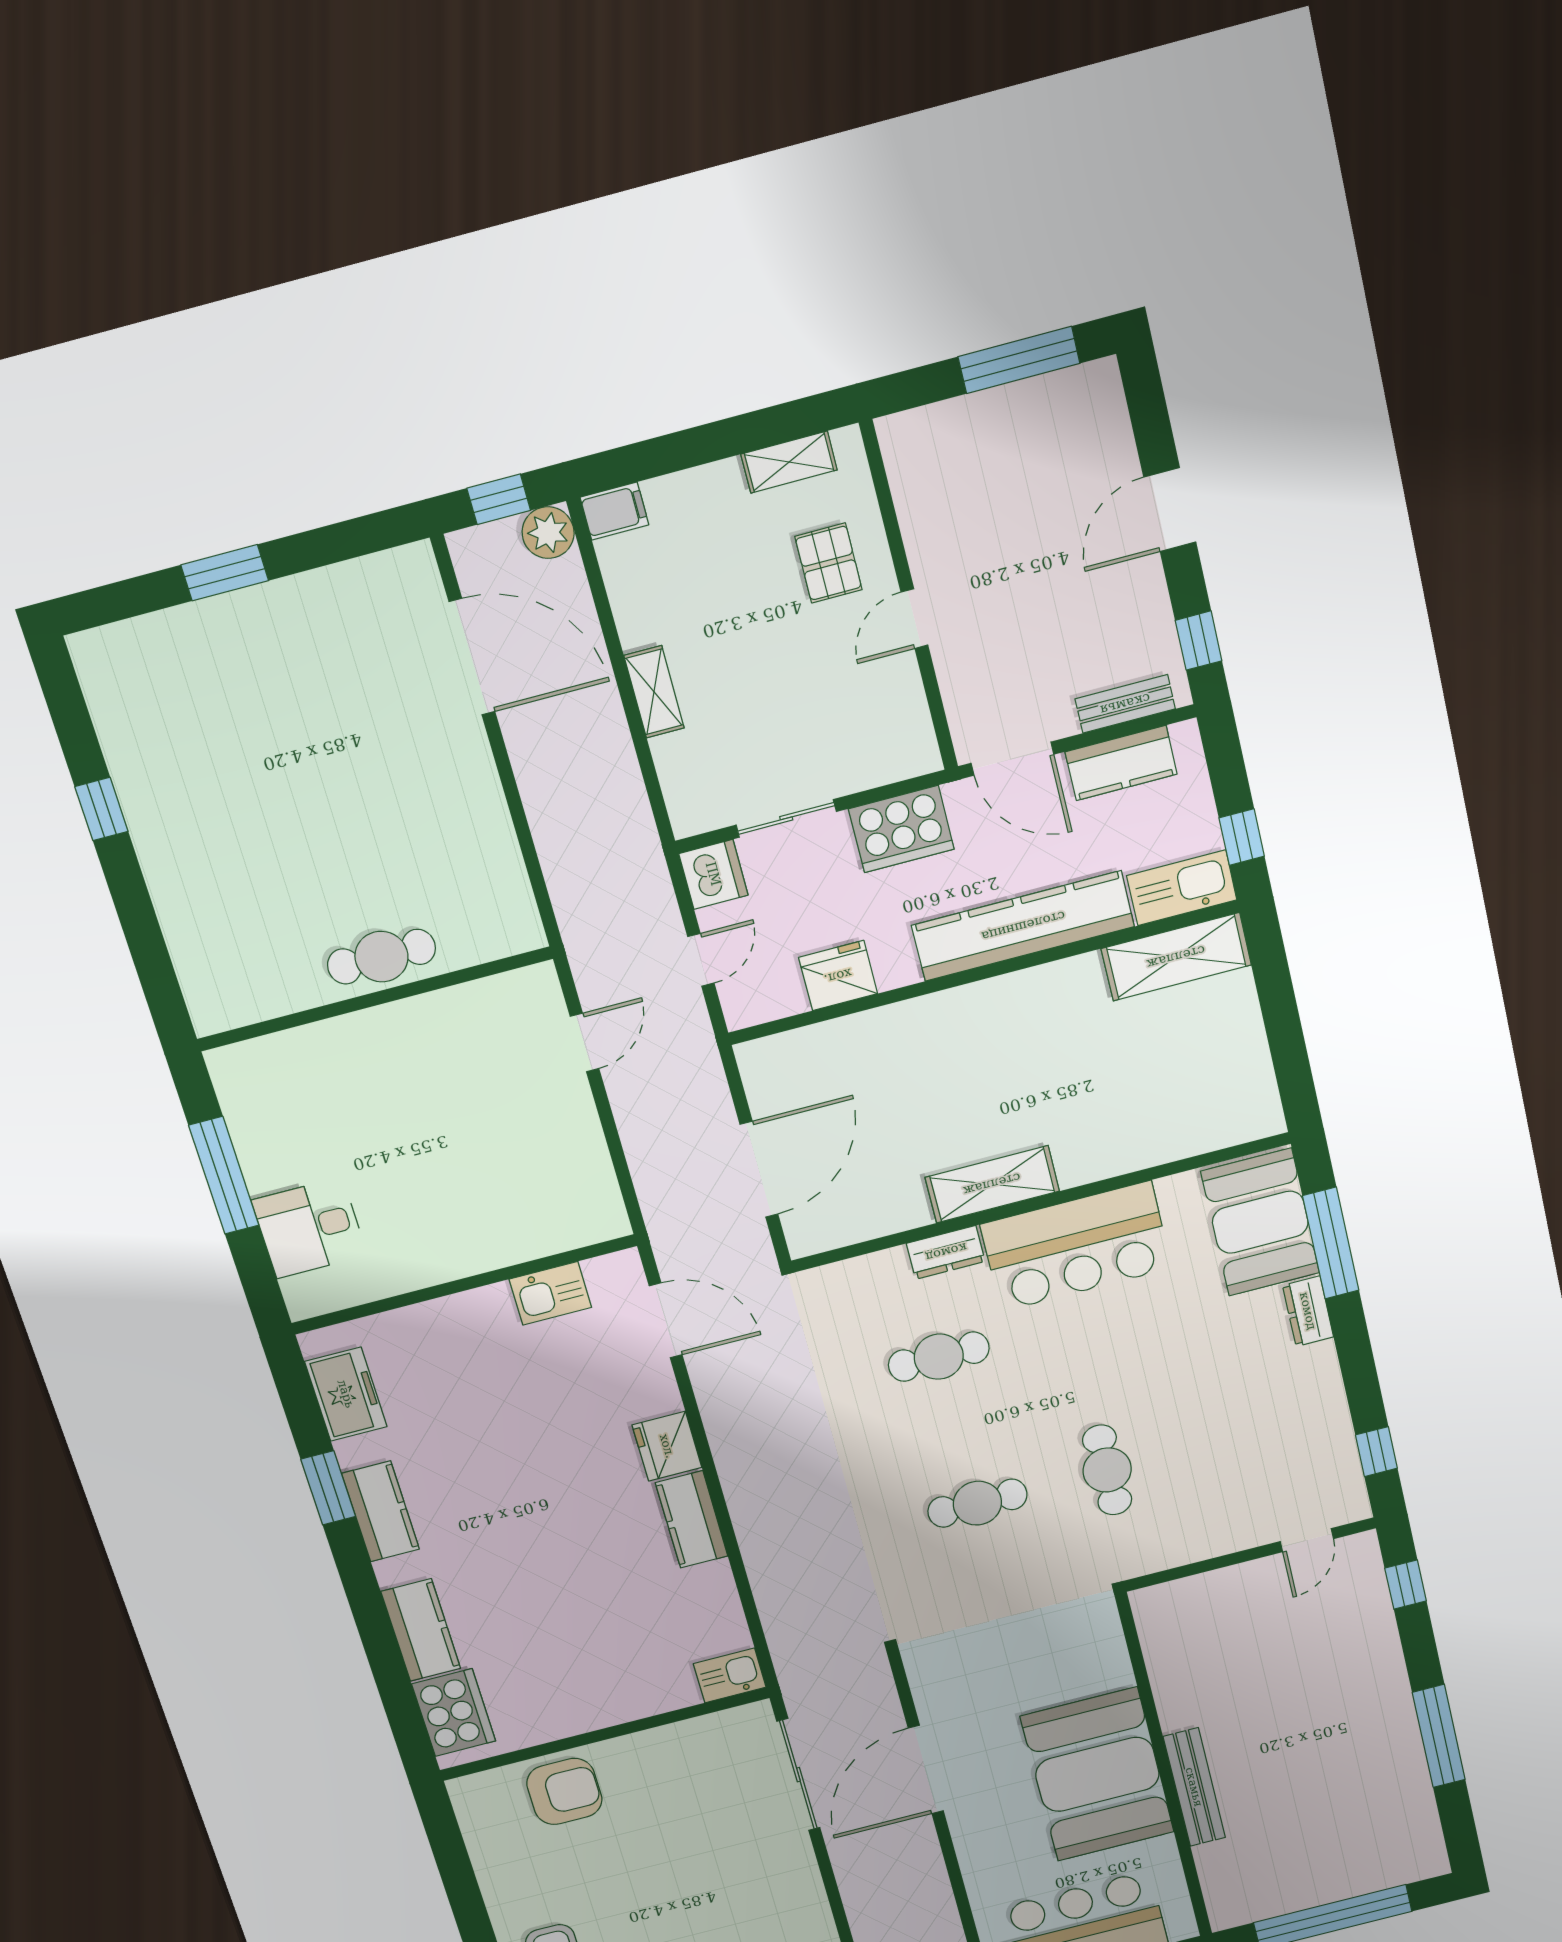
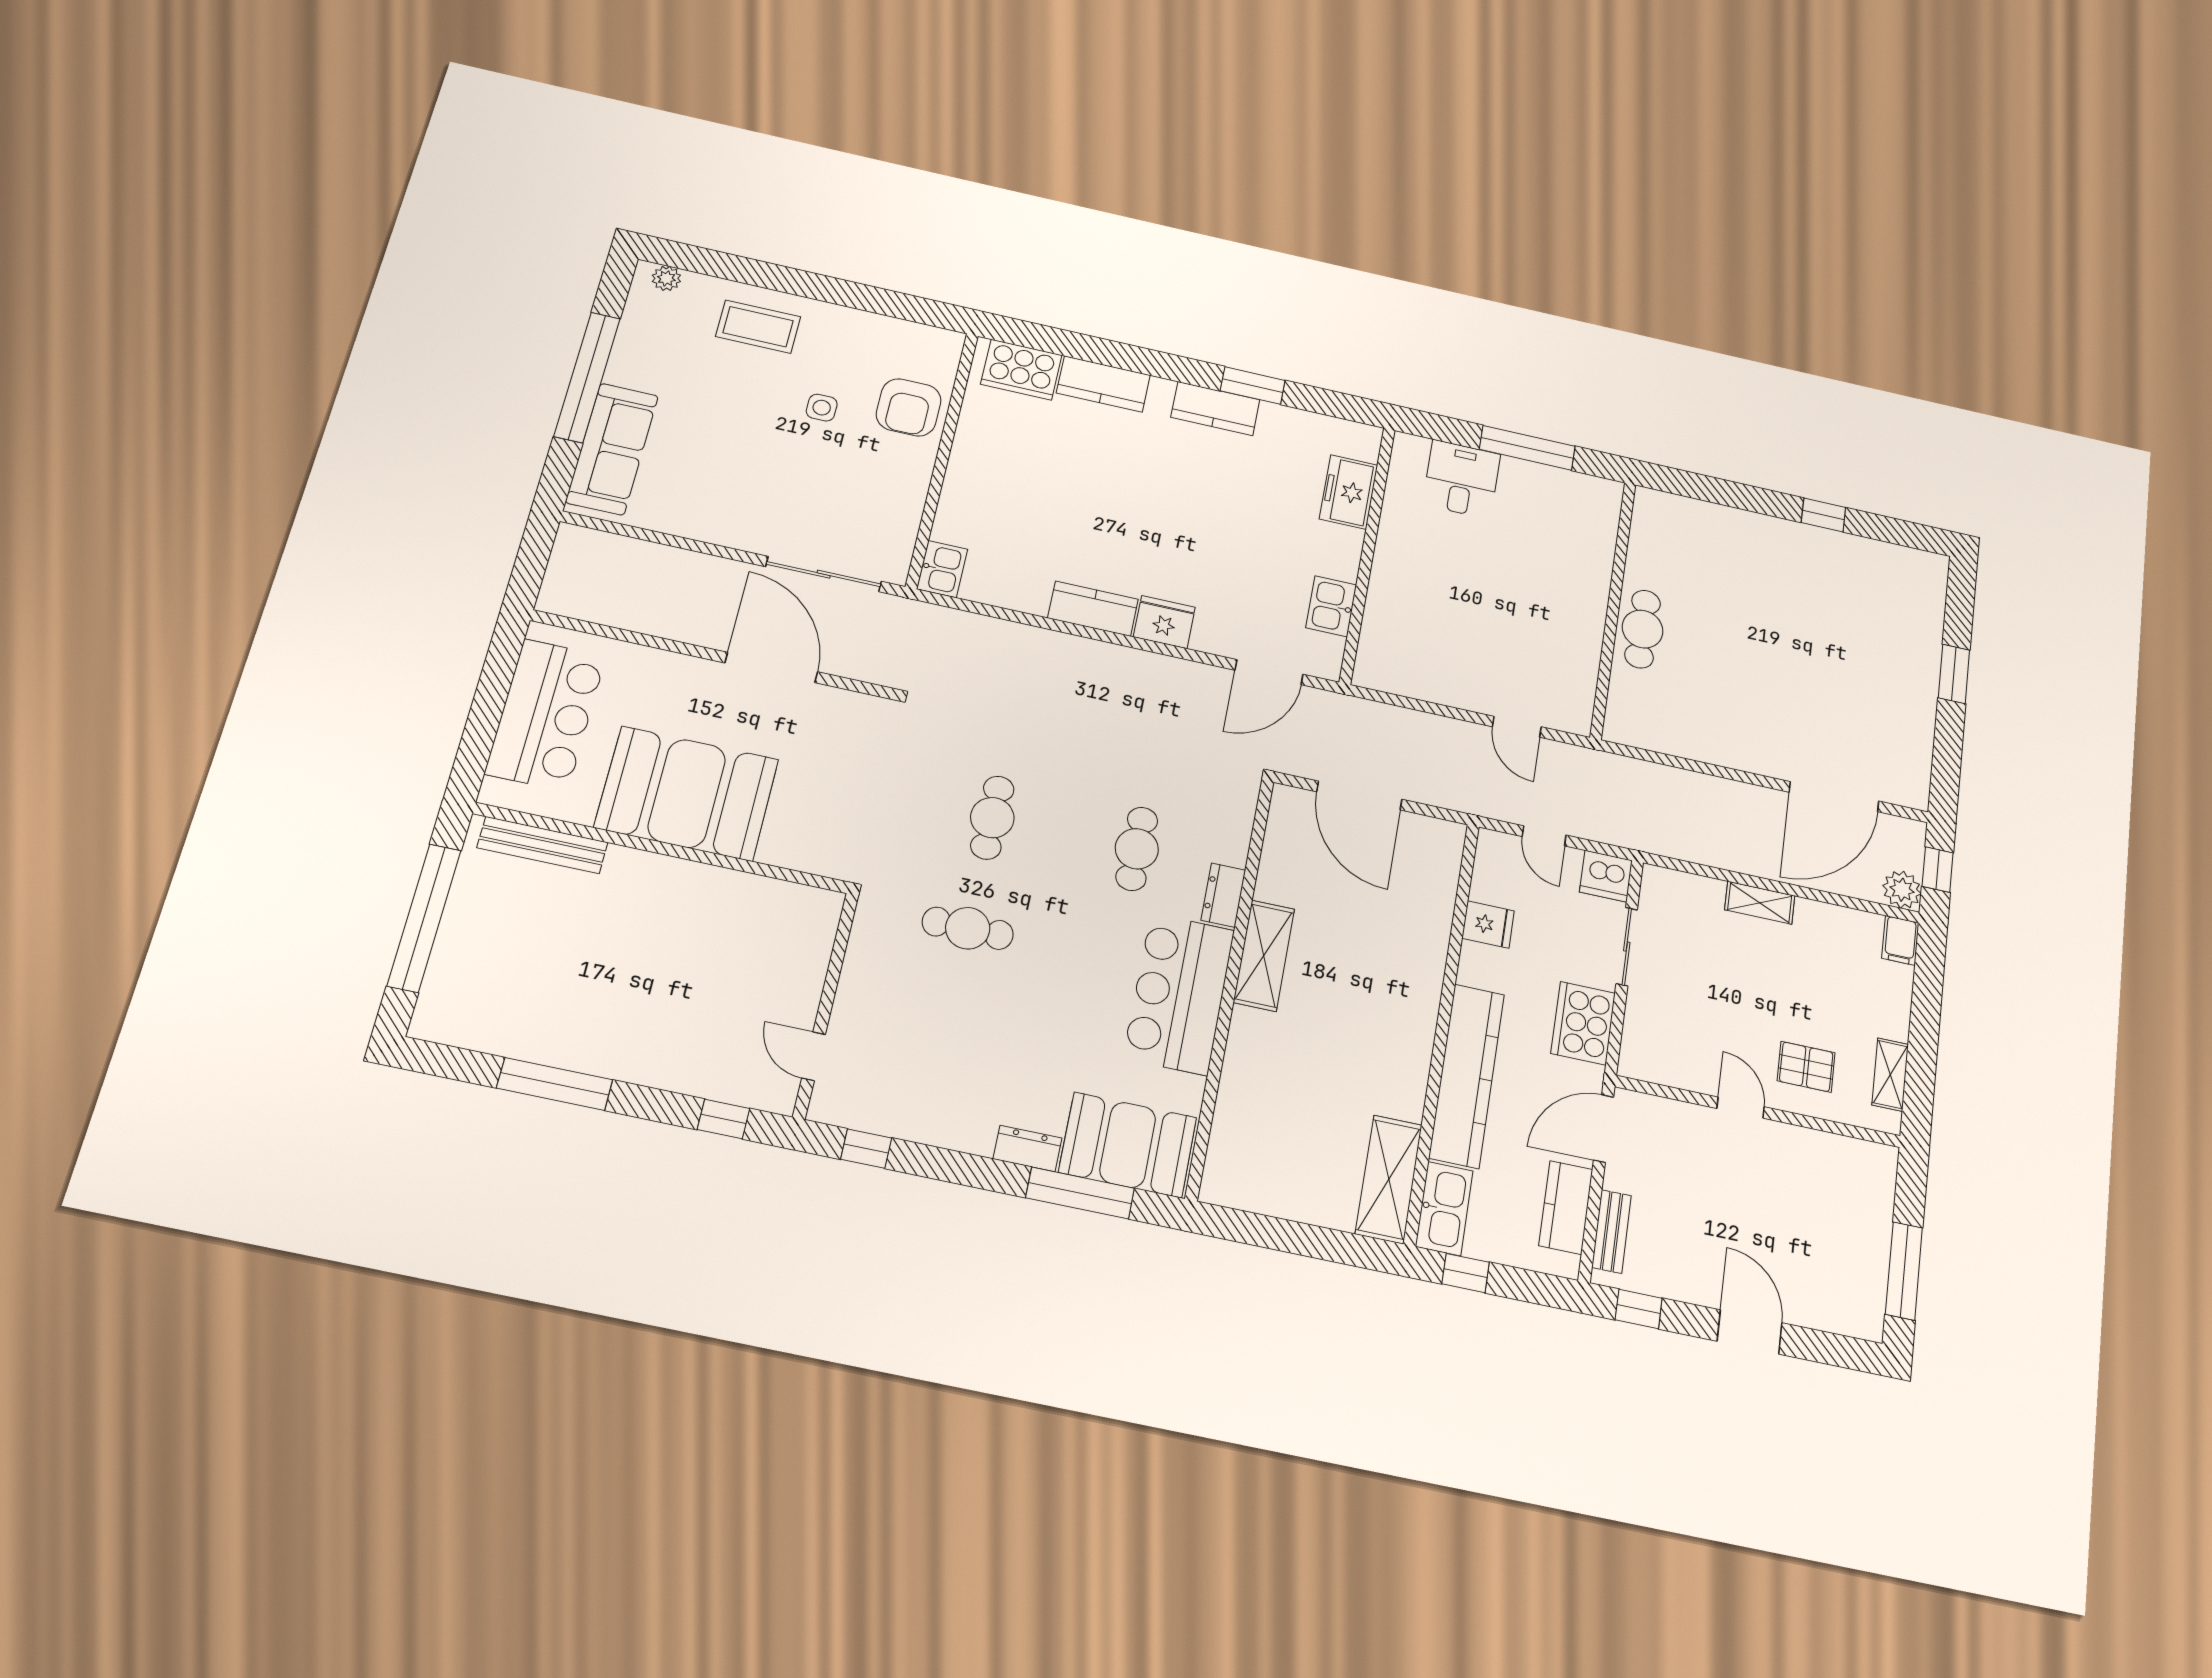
fridge: (838, 976) -> (1488, 924), width x0.72
freezer: (346, 1394) -> (1349, 492), moved, turned 90
bench: (1194, 1787) -> (542, 845), moved
side table: (614, 1866) -> (822, 408), added

